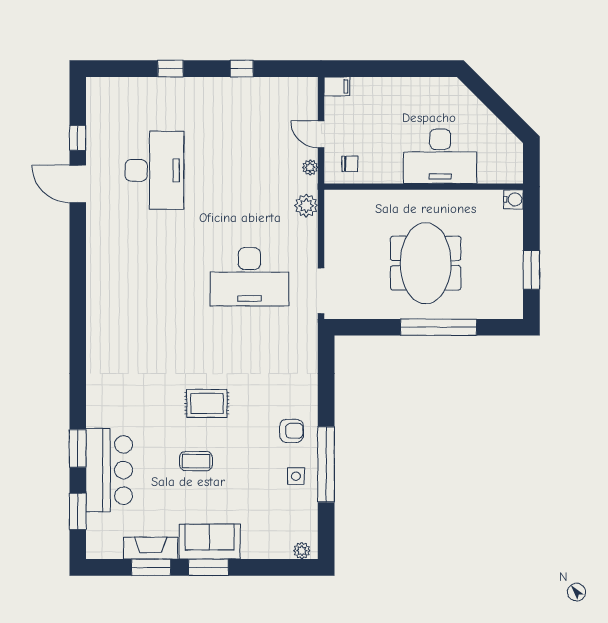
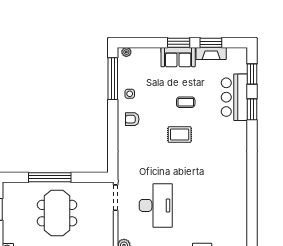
desk: (249, 277) -> (156, 205), turned 90
window: (326, 464) -> (113, 79), moved

